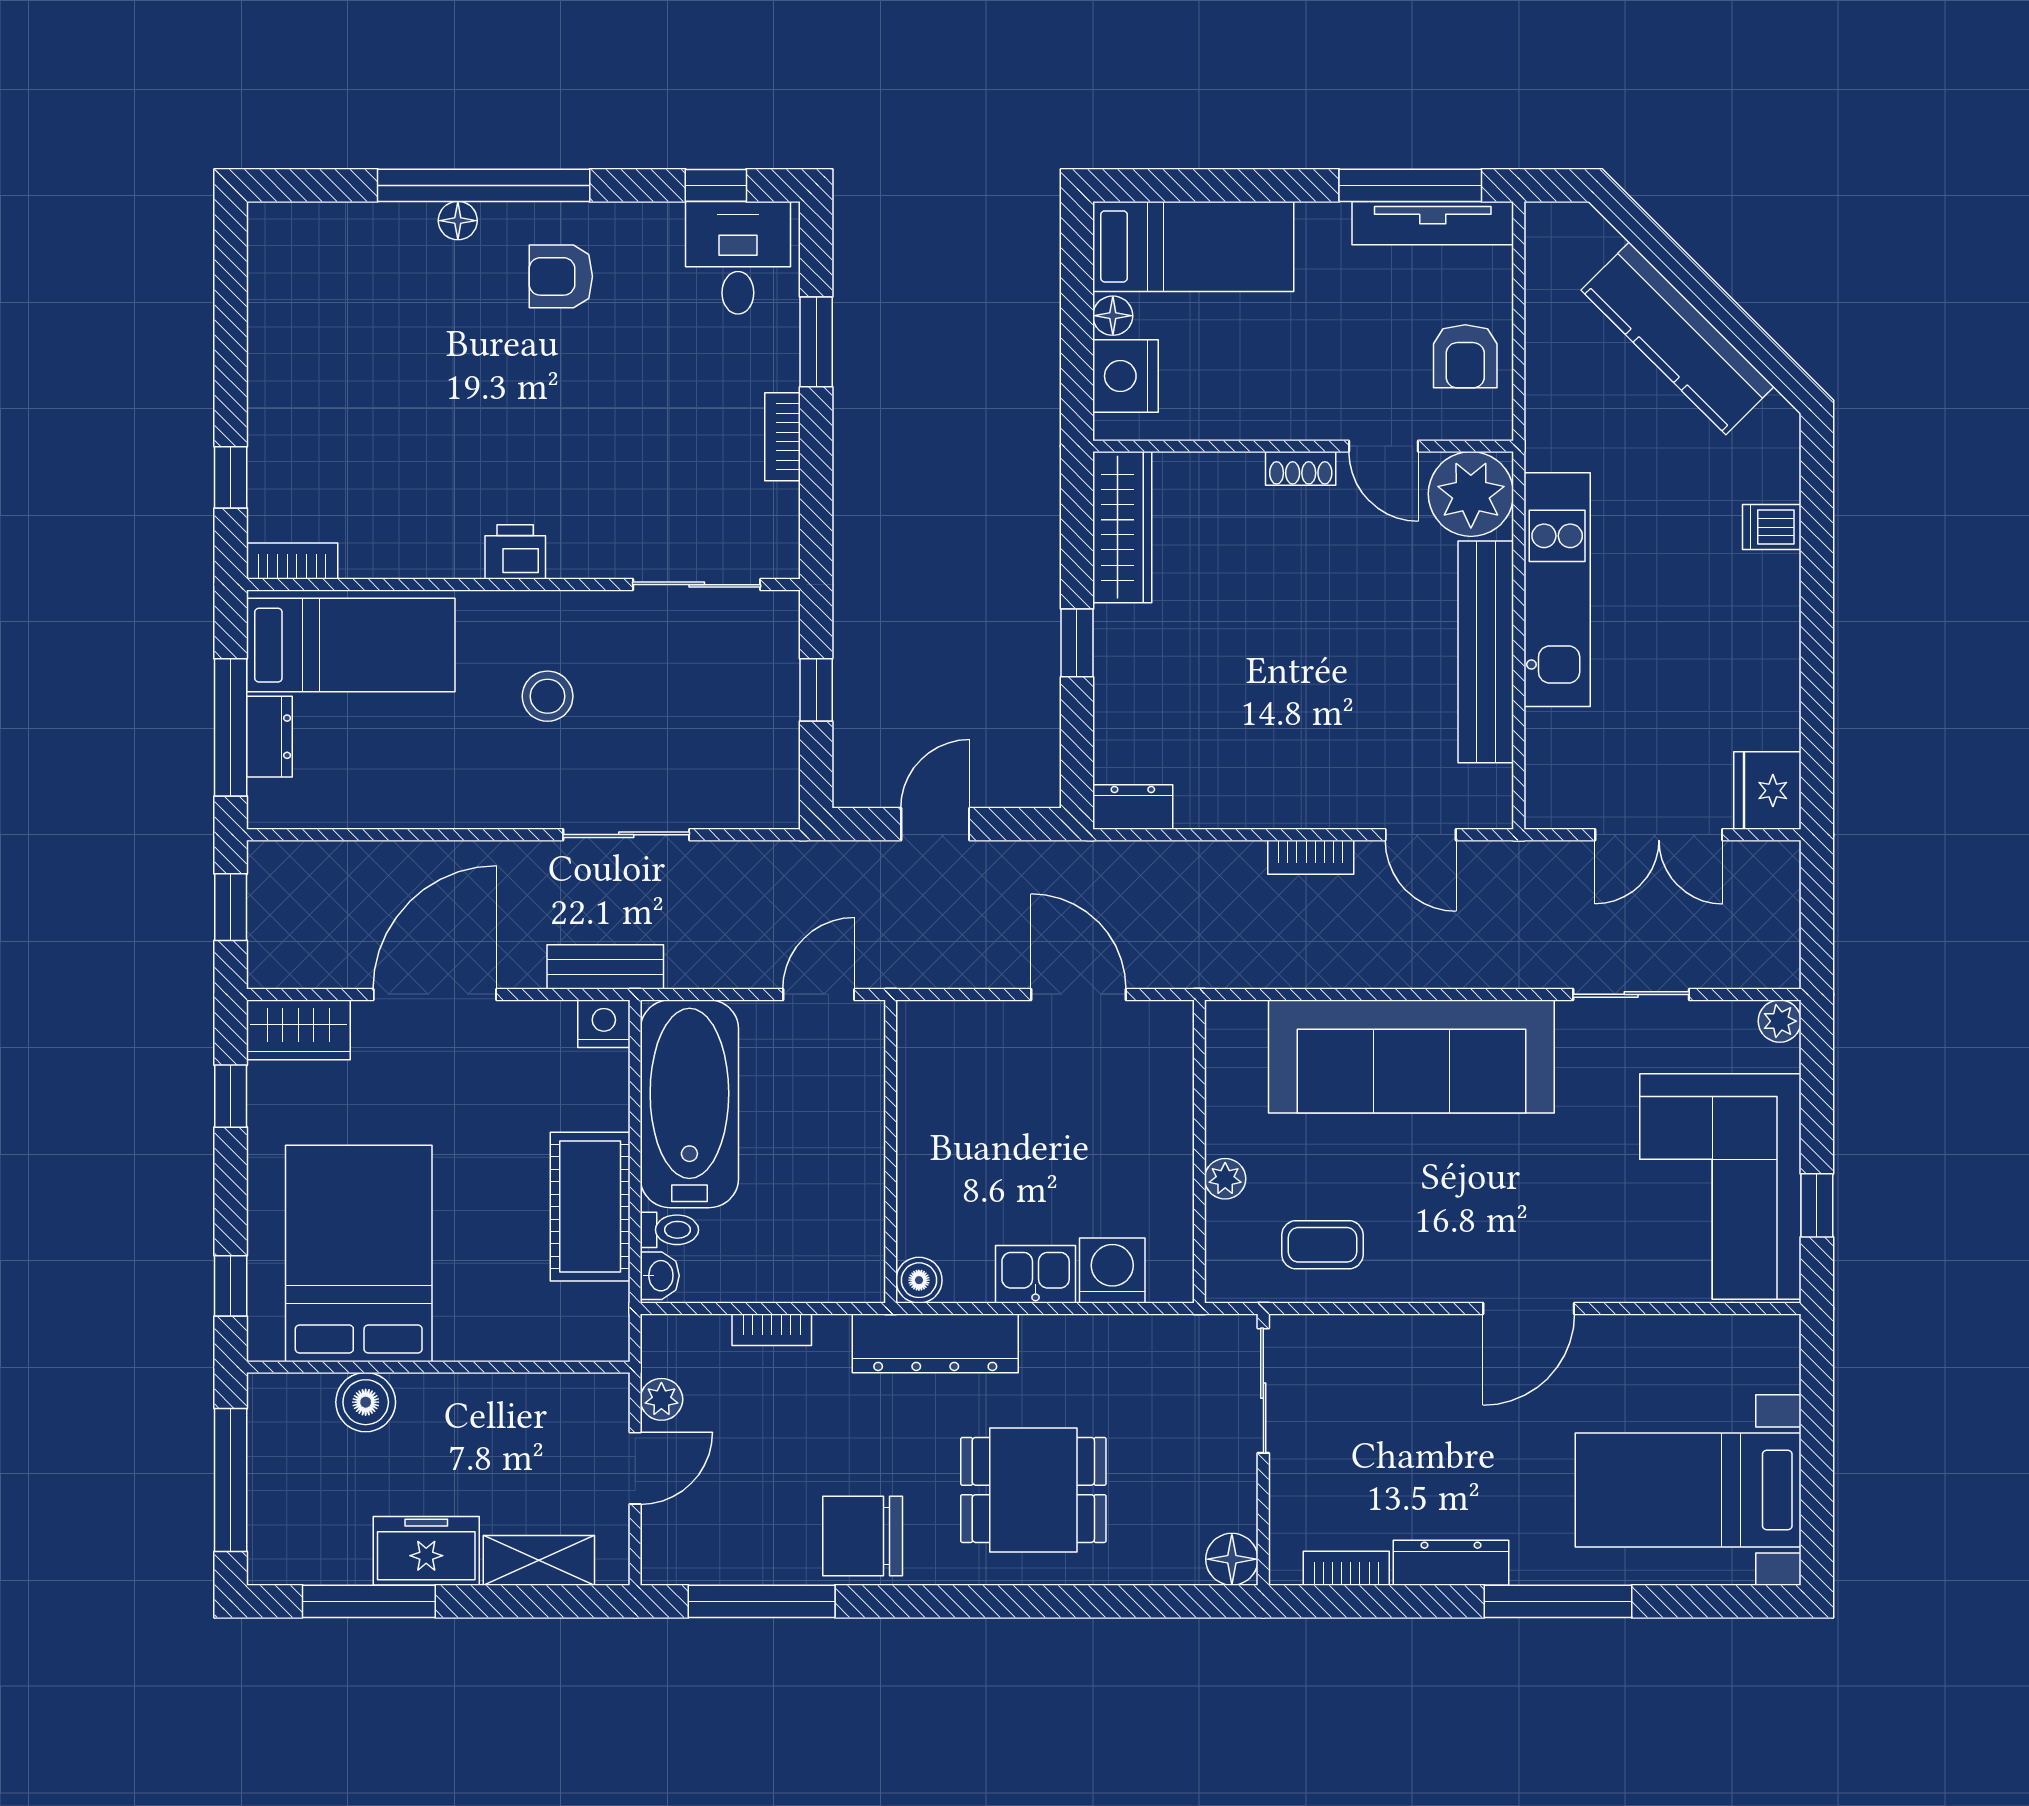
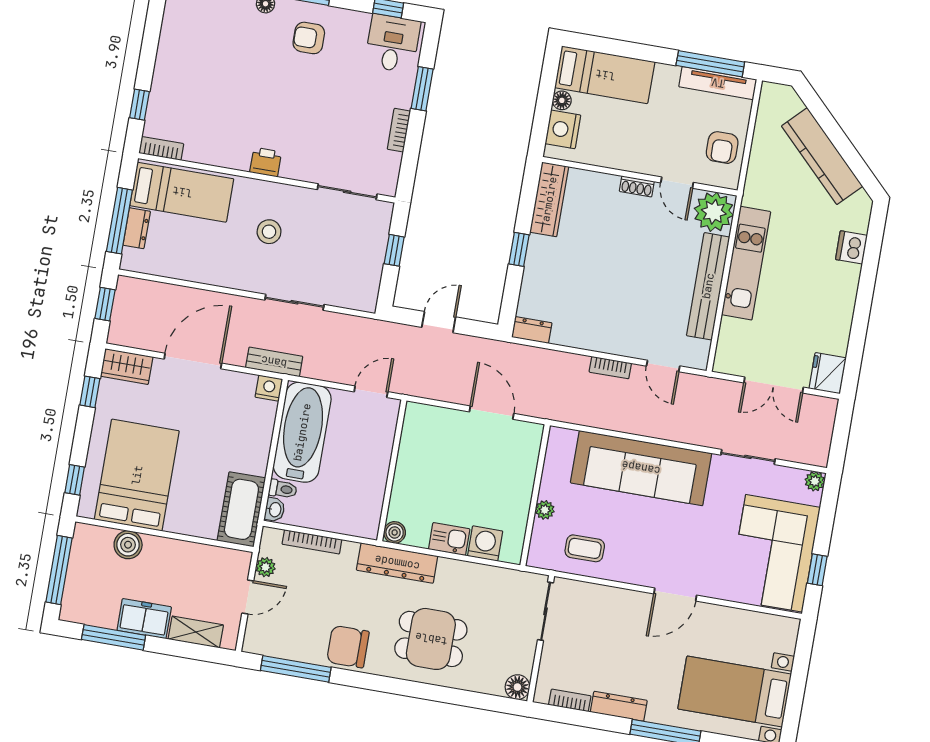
dishwasher: (1772, 527) -> (851, 247), width x1.38
cot: (590, 1207) -> (241, 509), moved
bookcase: (772, 1330) -> (312, 542), width x1.56

